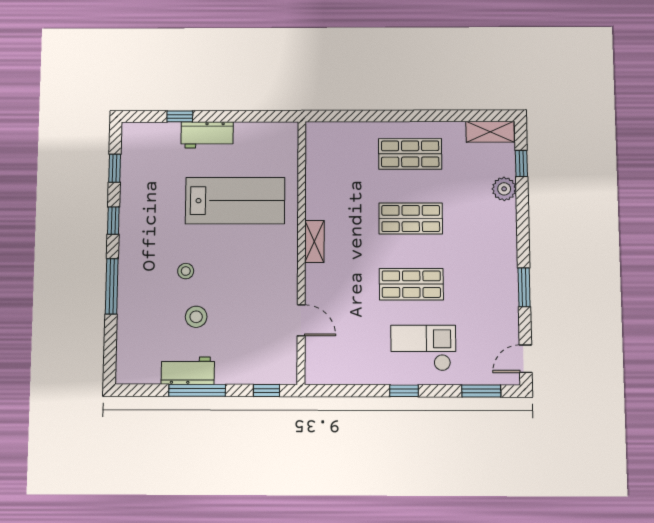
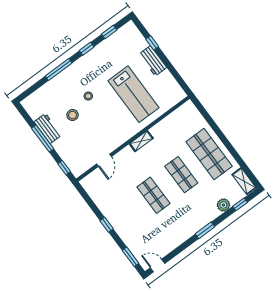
shop shelf: (410, 154) -> (209, 154), width x1.43, depth x1.36
window: (524, 287) -> (205, 230), moved
checkout: (423, 348) -> (130, 220), removed

